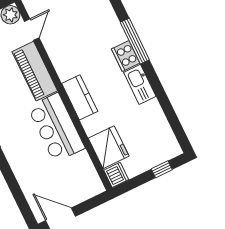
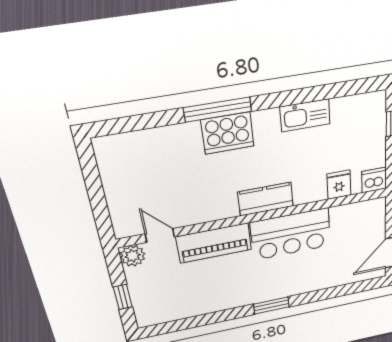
cooker: (126, 56) -> (228, 133), width x1.37, depth x1.31
kitchen sink: (140, 84) -> (305, 115), moved
fridge: (109, 147) -> (339, 185), width x0.53, depth x0.75

